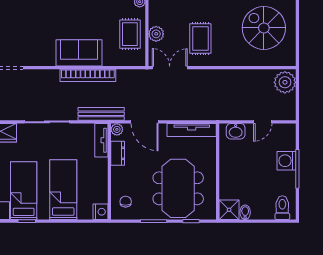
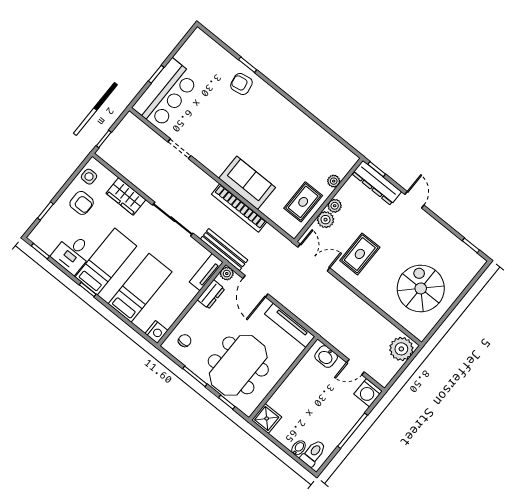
plant: (155, 19) -> (335, 206), added
washing machine: (287, 161) -> (368, 393), moved, turned -90
bidet: (245, 212) -> (299, 448), moved

